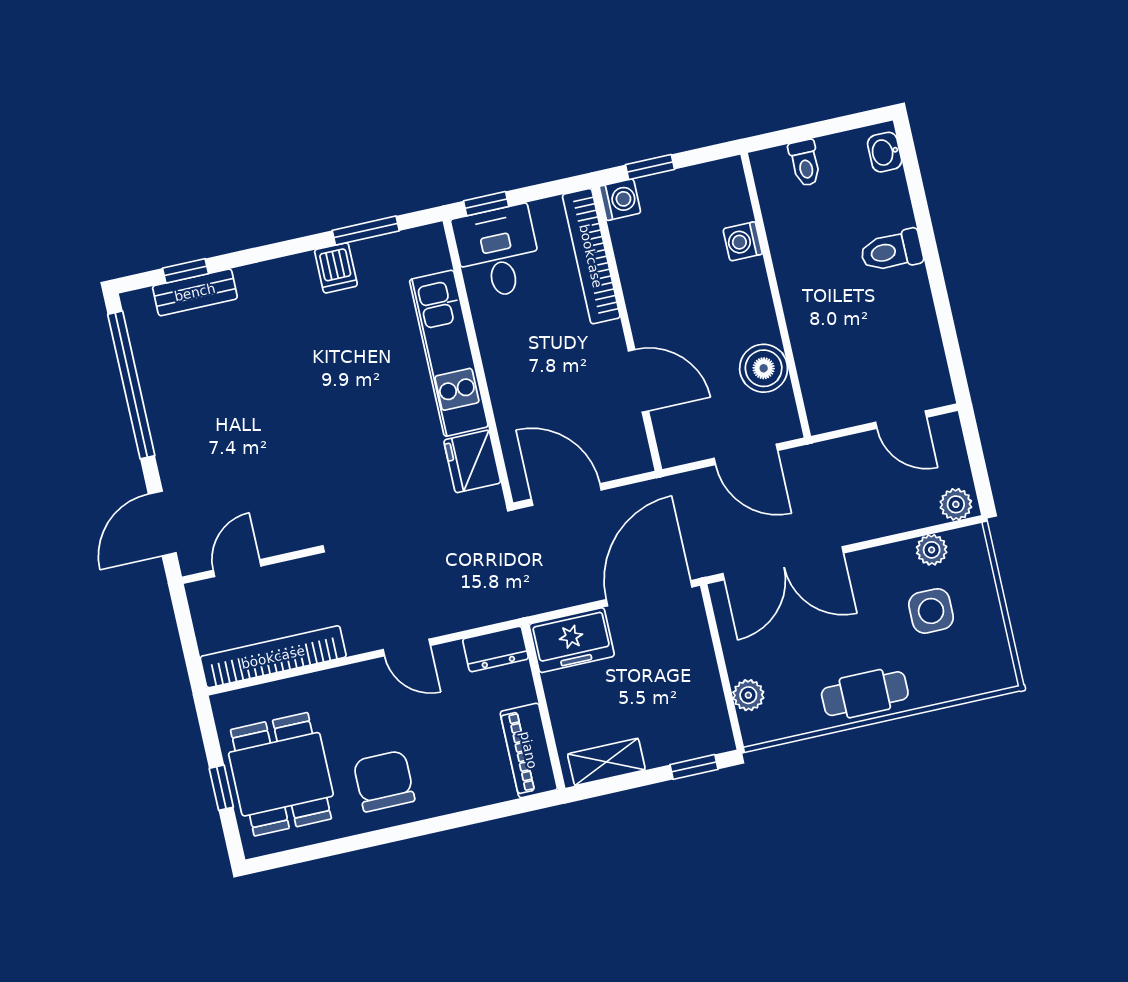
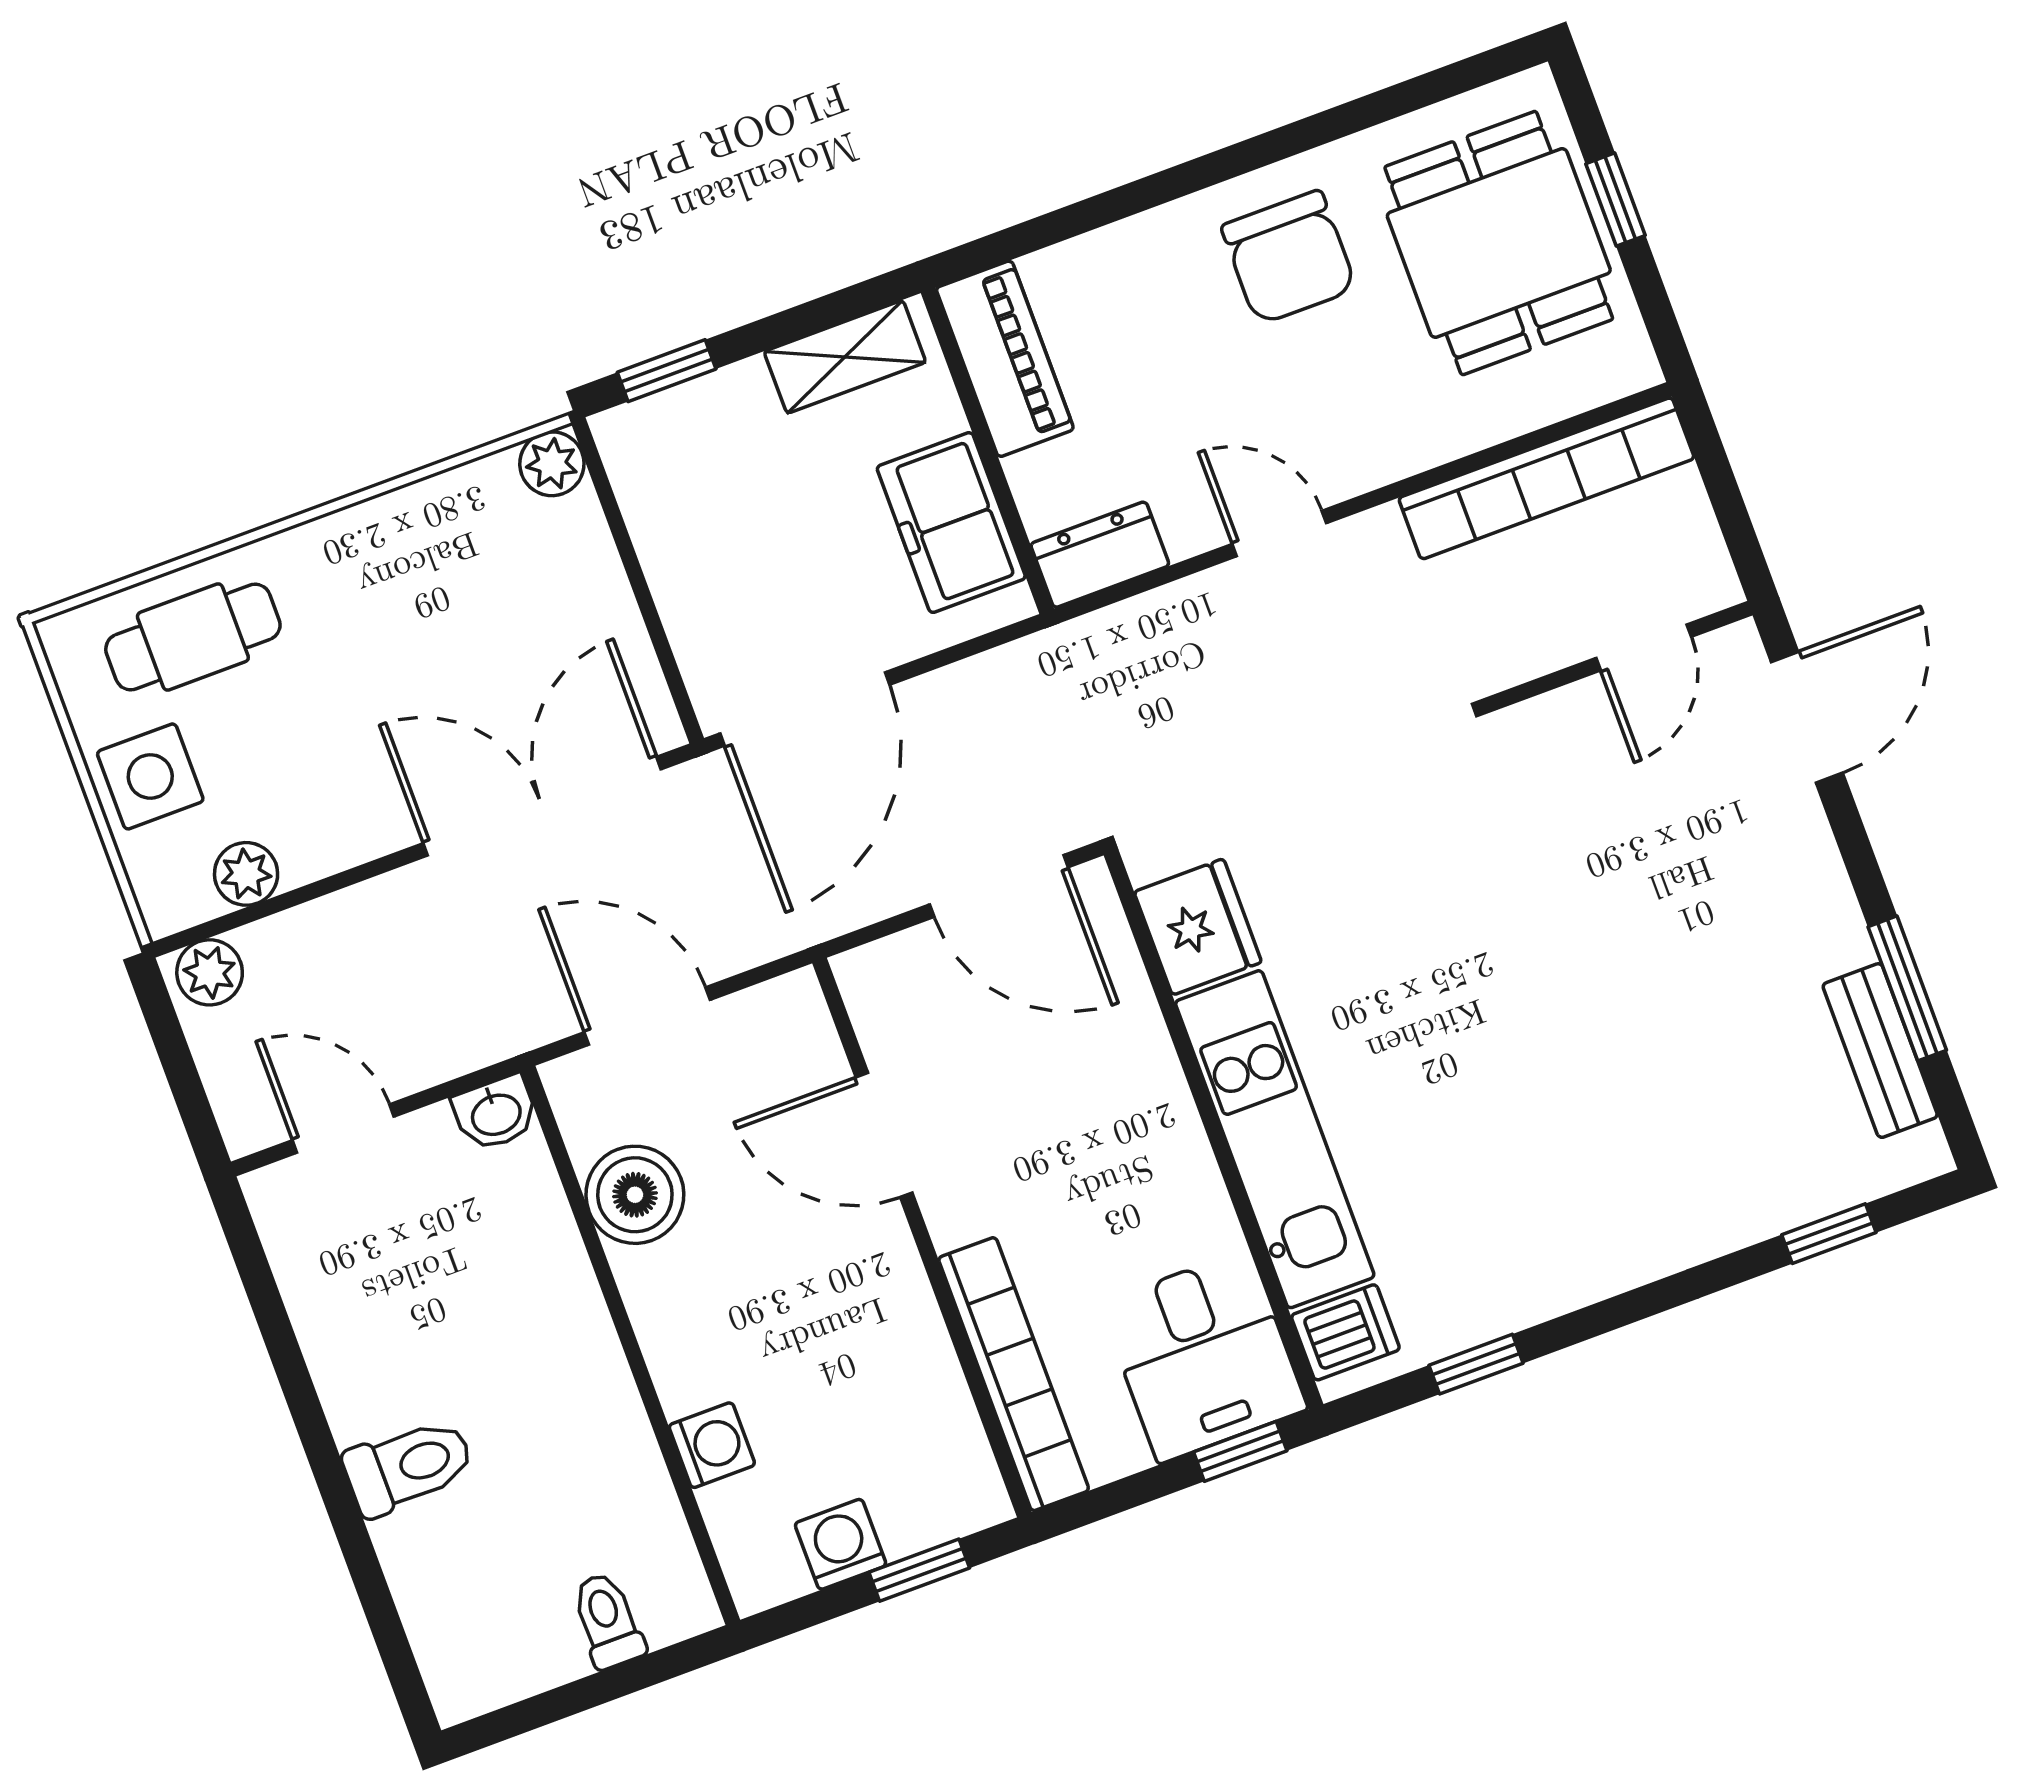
washbasin: (885, 152) -> (496, 1113), moved, turned 90
washing machine: (620, 200) -> (841, 1544), moved, turned 90
window: (366, 231) -> (1476, 1364), width x0.67
dishwasher: (336, 268) -> (1345, 1332), moved, turned 90
bench: (195, 292) -> (1880, 1051), moved, turned 90
window: (131, 385) -> (1907, 988), width x0.47
side table: (931, 611) -> (150, 776), moved
freezer: (572, 640) -> (951, 523), moved, turned -90
cafe table: (865, 694) -> (193, 637), moved
plant: (748, 695) -> (552, 464), moved

